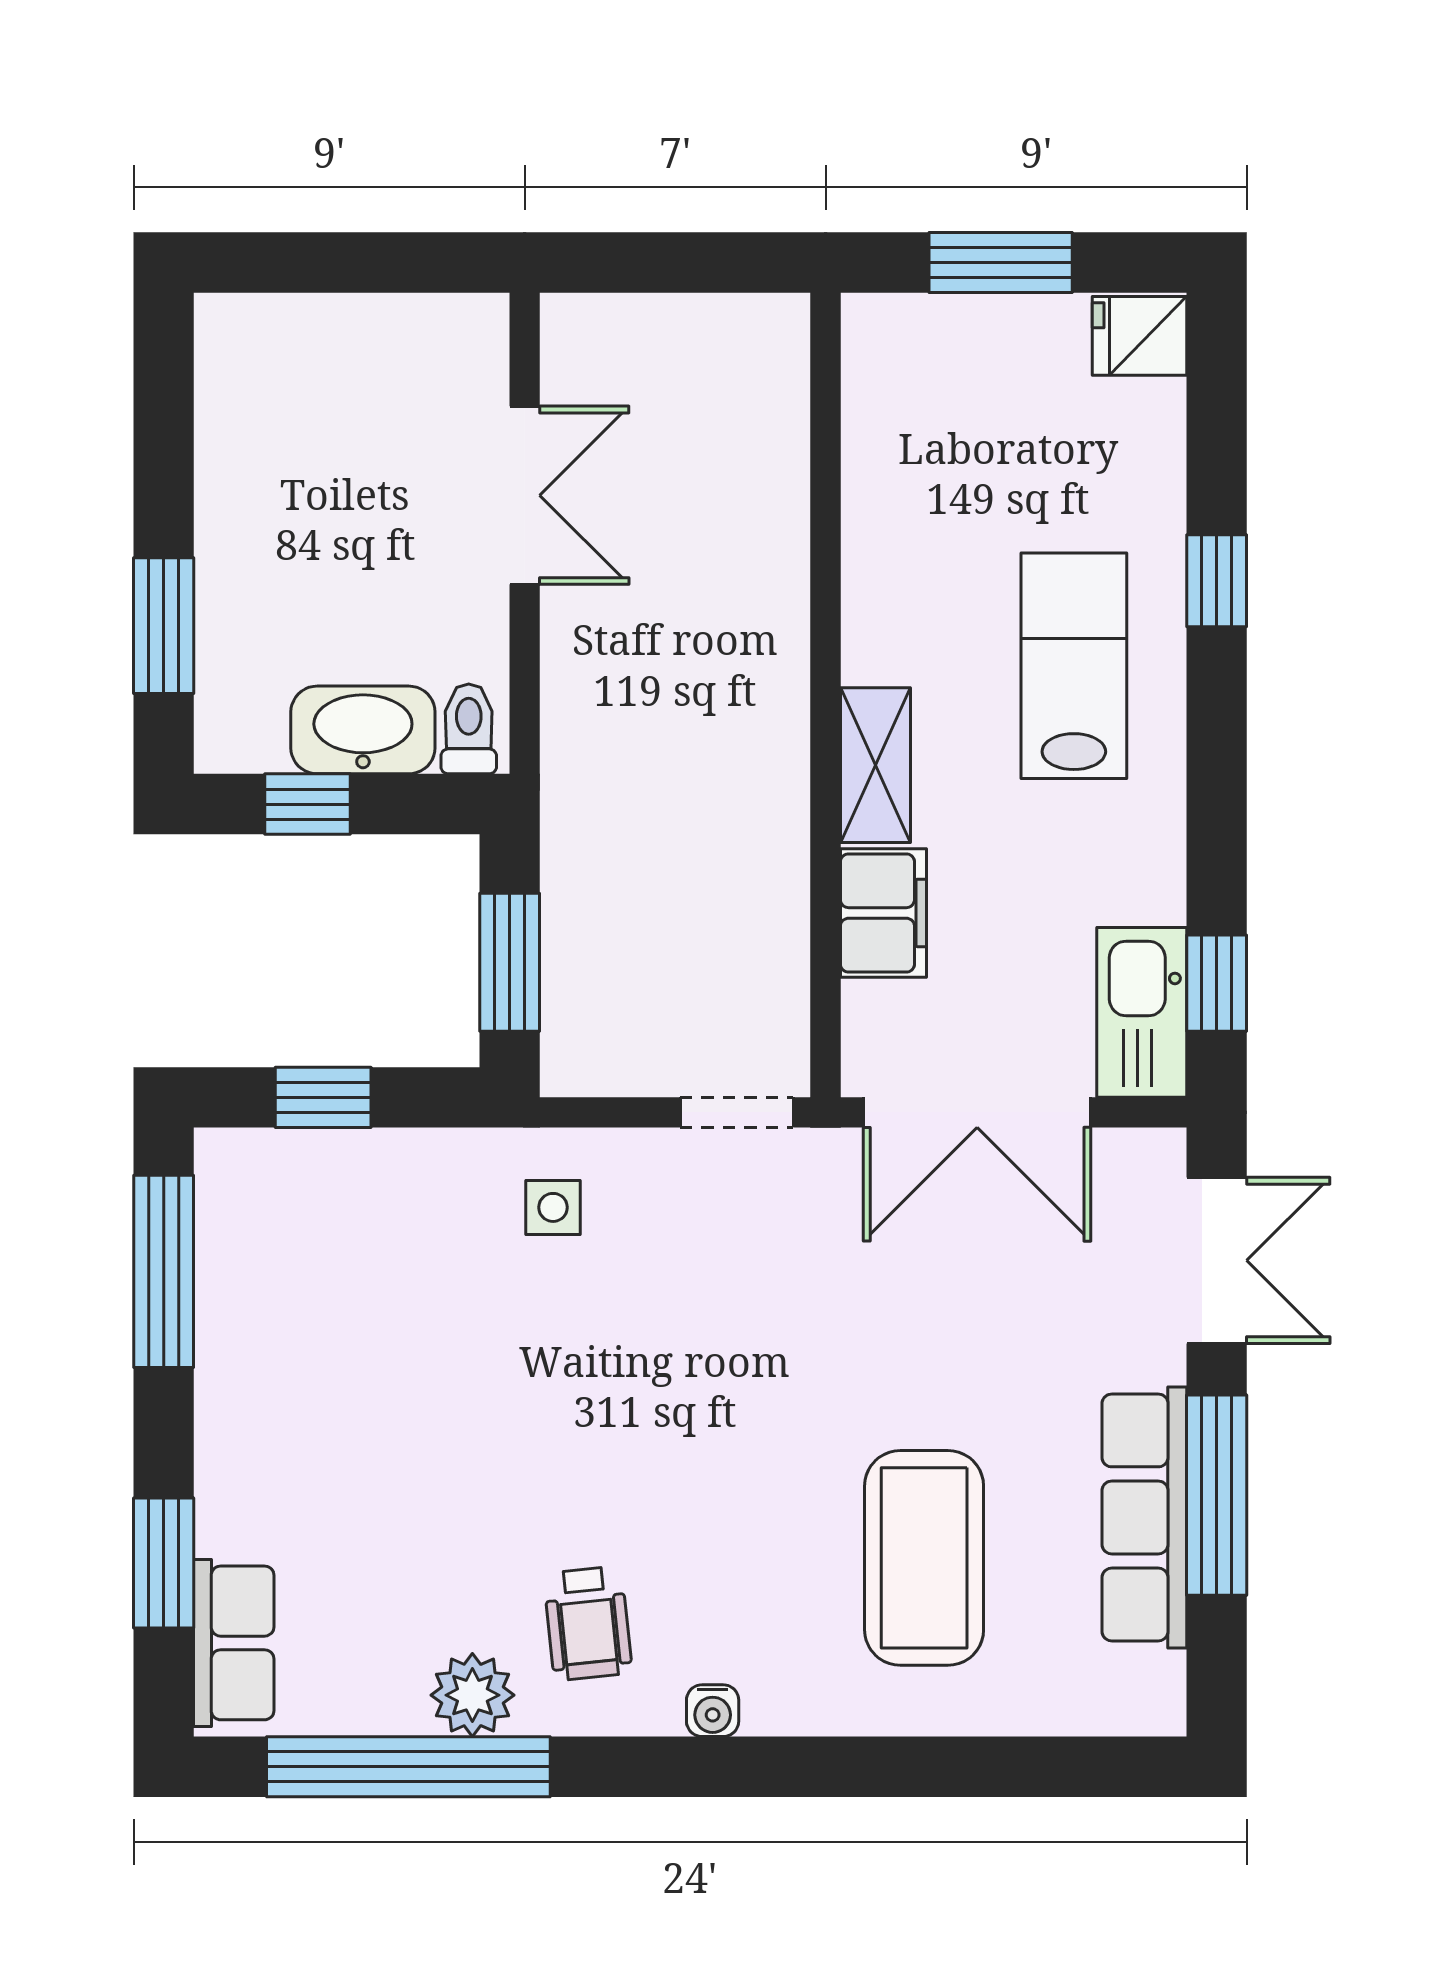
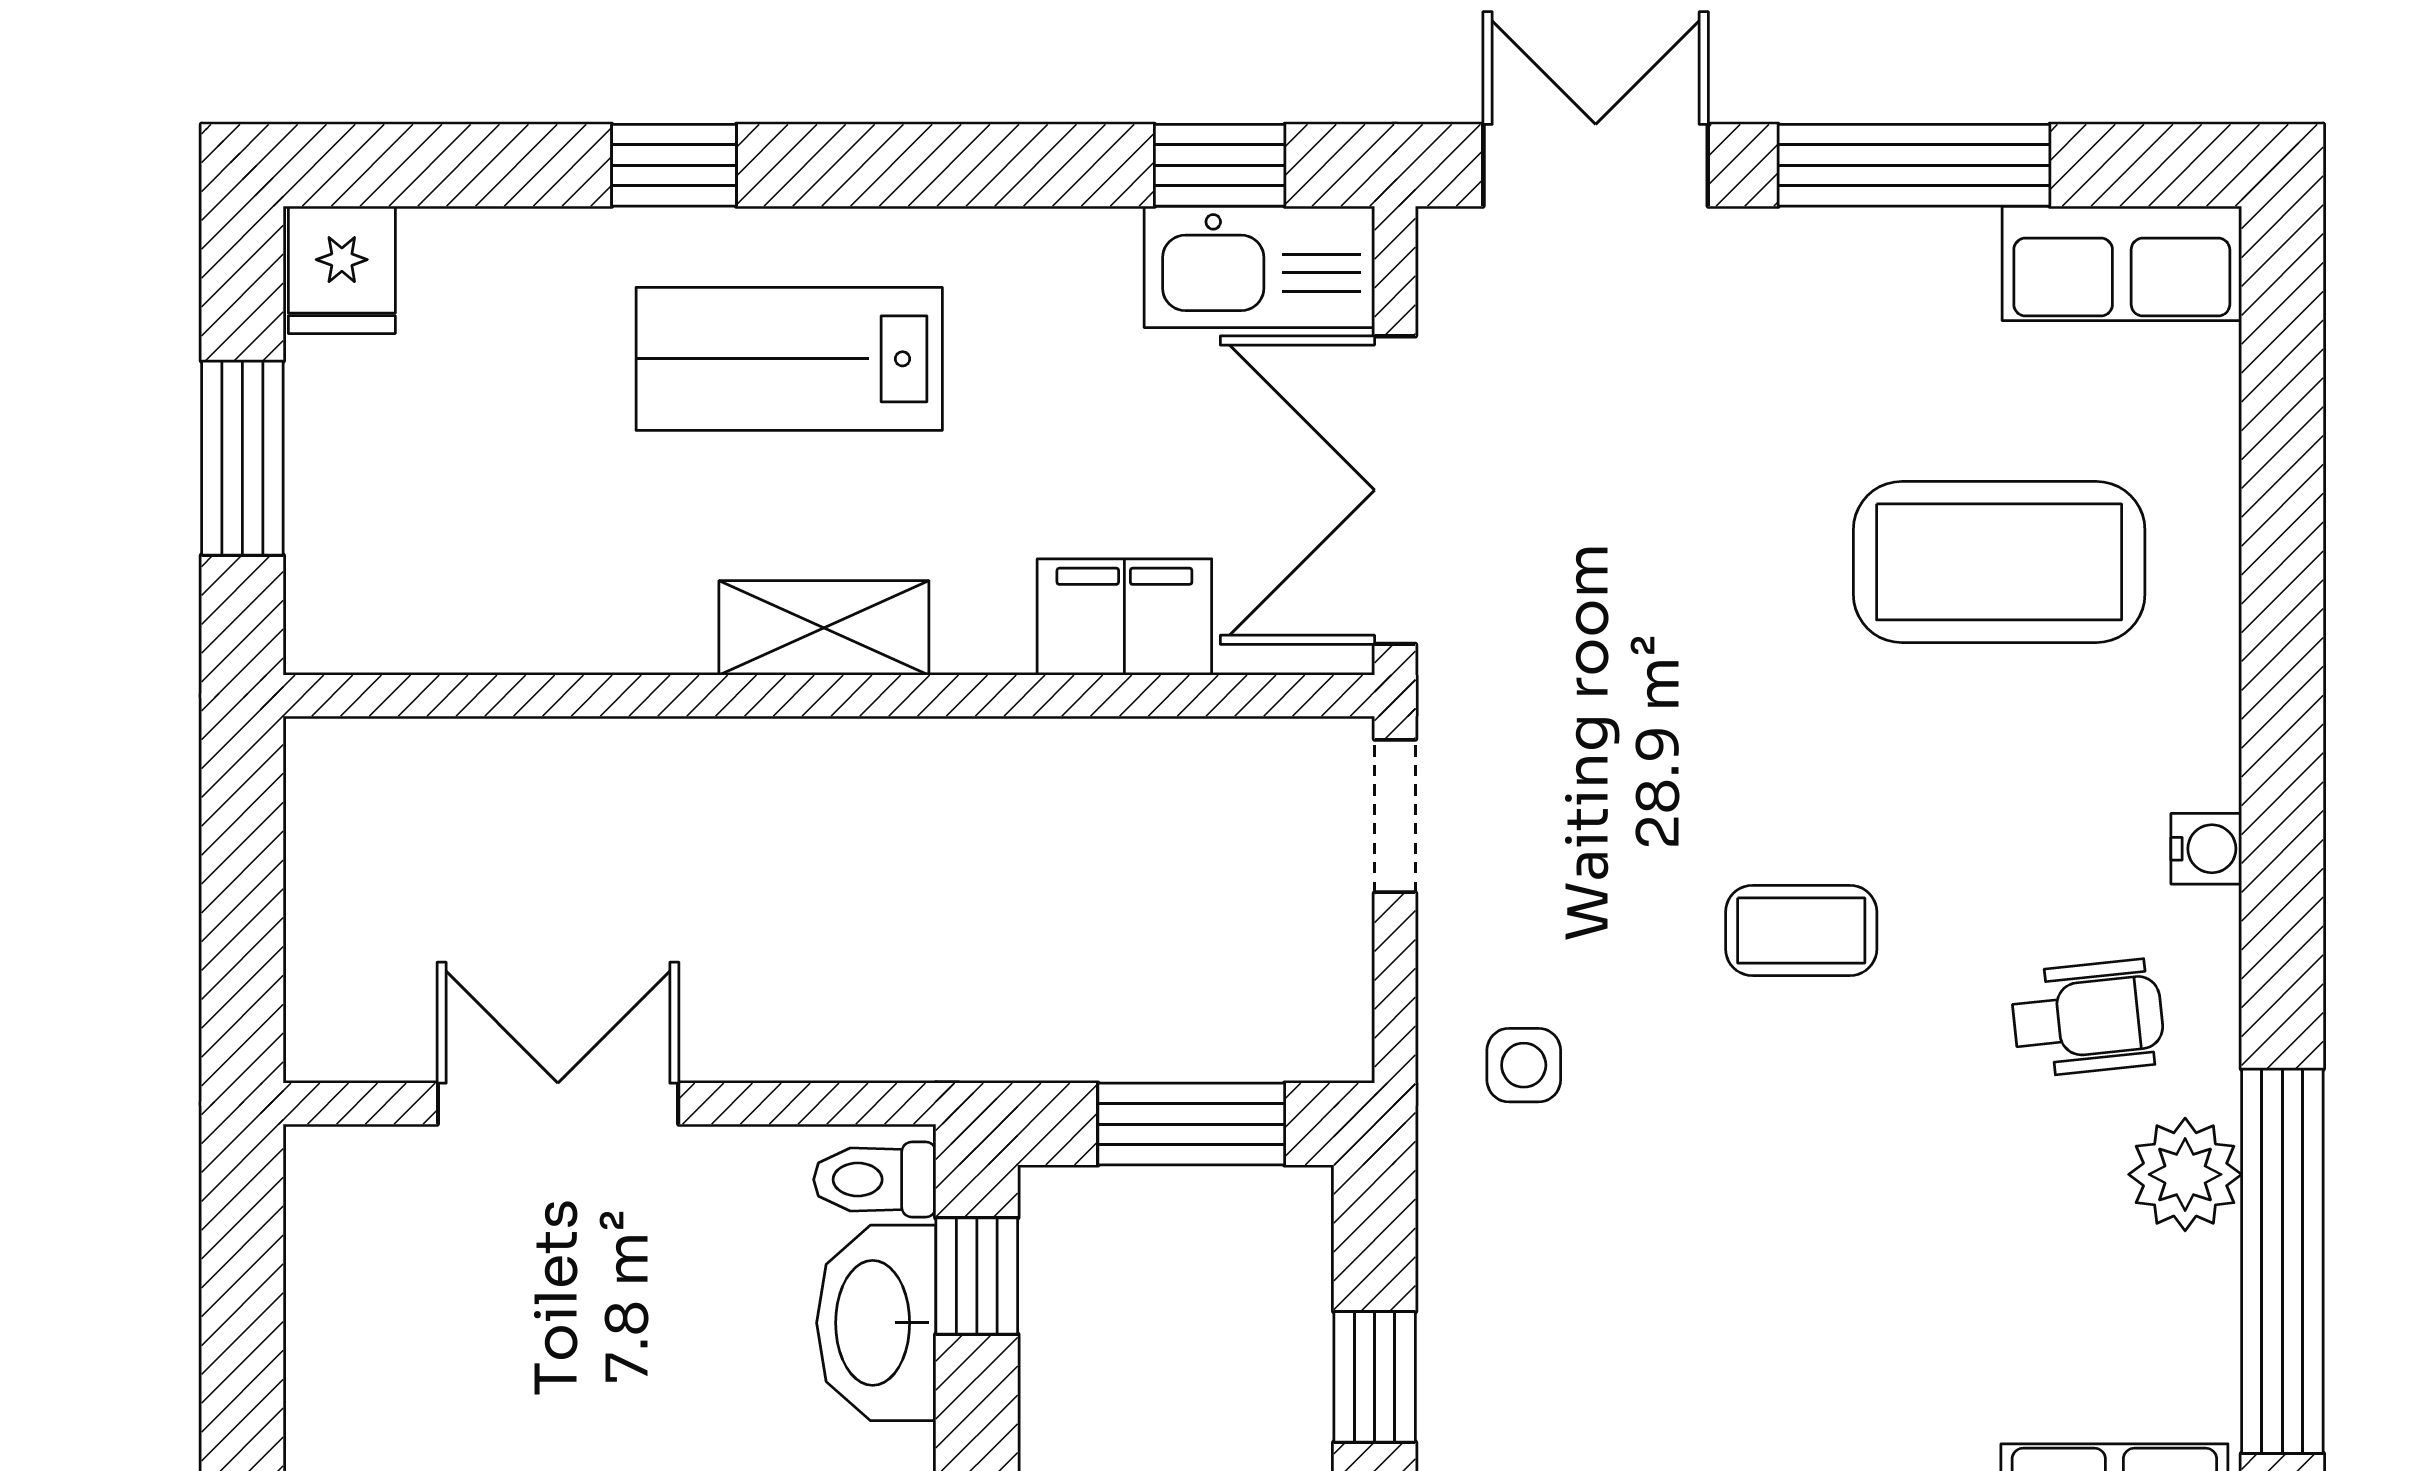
shelving: (875, 765) -> (824, 628), moved
window: (307, 804) -> (977, 1276), moved
double door: (977, 1112) -> (1395, 490), swing flipped
coffee table: (652, 1412) -> (1801, 930), added
row of seats: (1144, 1517) -> (2122, 263), moved, width x0.68

